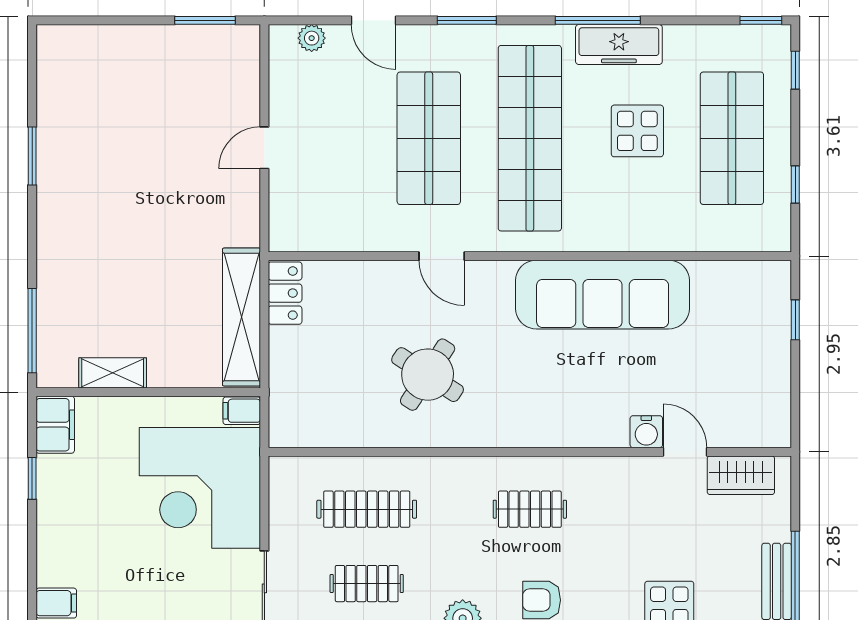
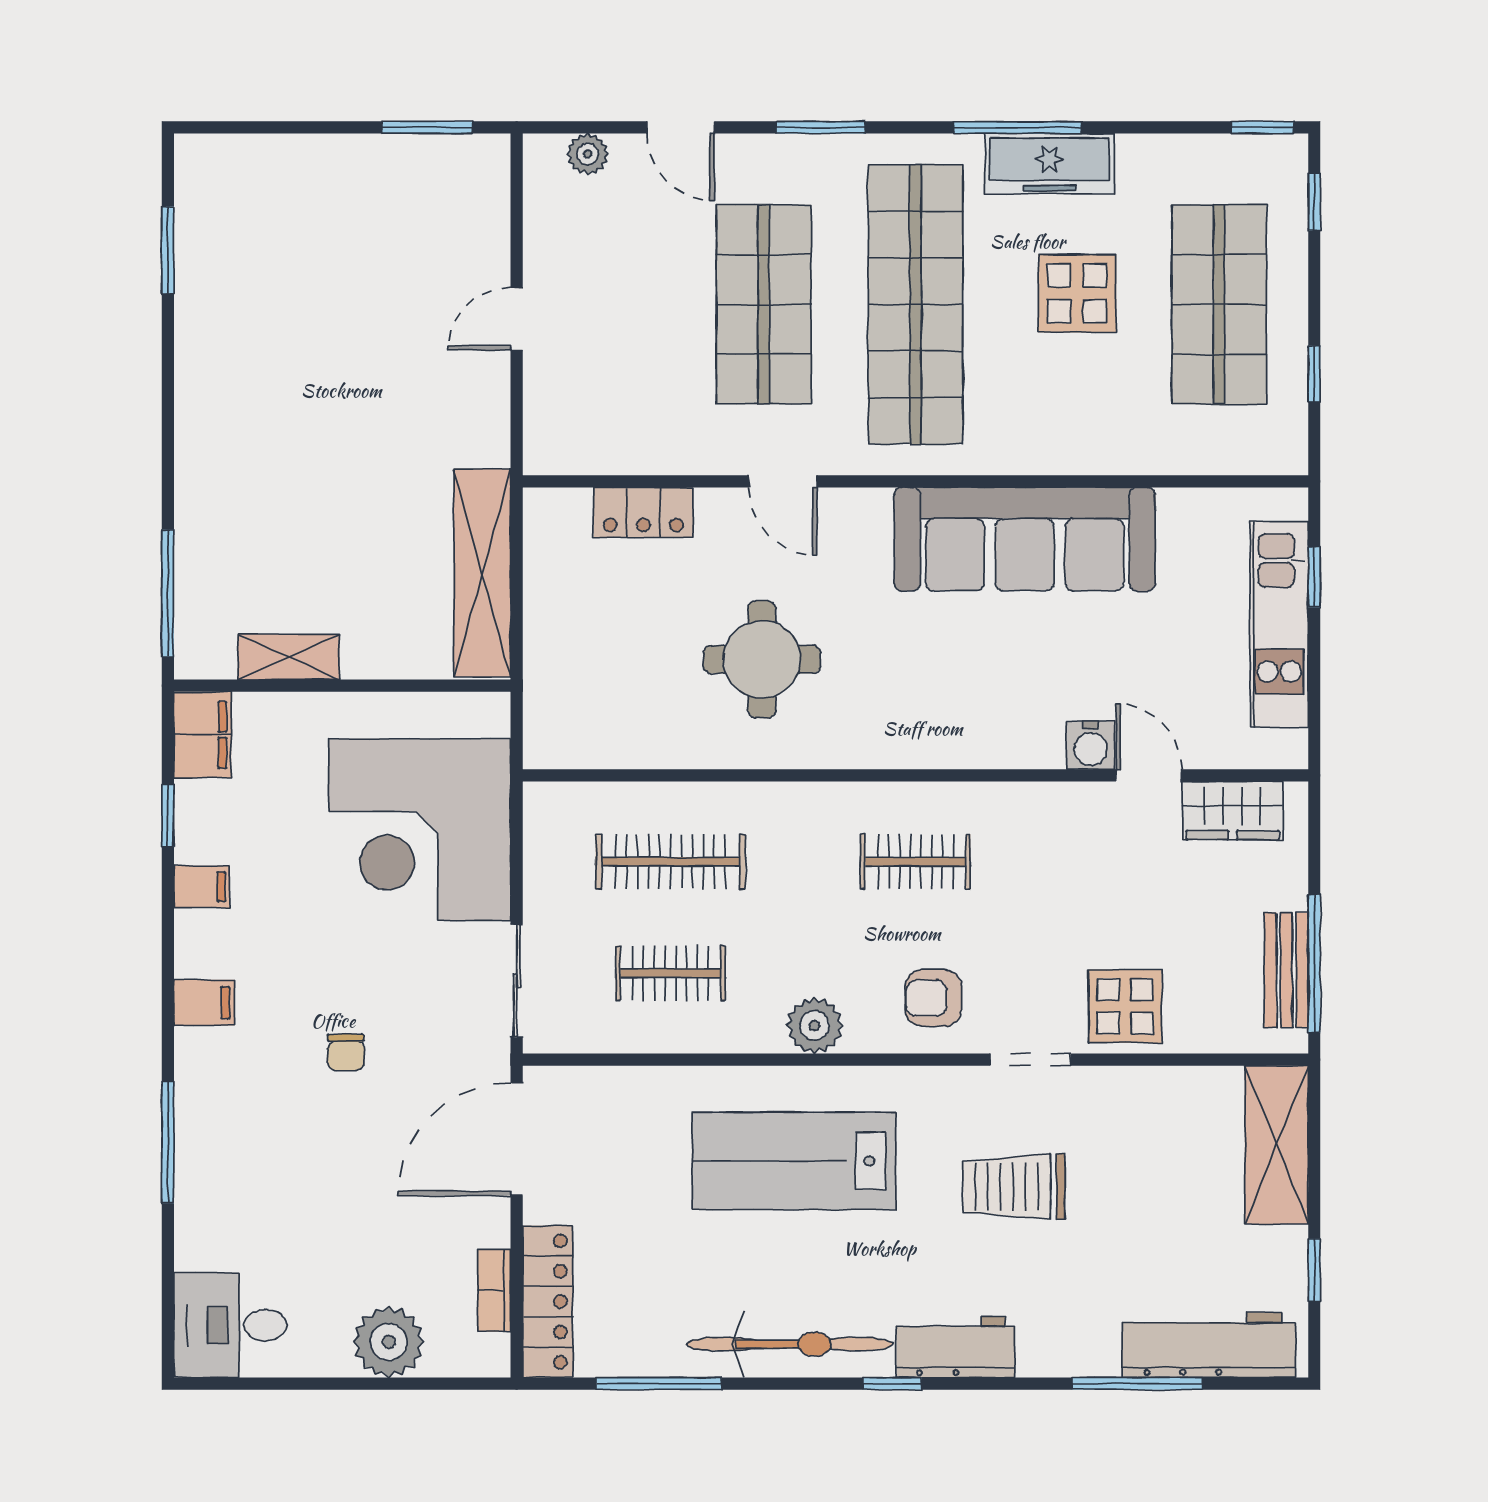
window: (32, 156) -> (168, 250), moved
locker: (285, 293) -> (643, 512), moved, turned 90
kitchen unit: (772, 351) -> (1279, 624), added
round table: (428, 375) -> (762, 659), turned -33
filing cabinet: (242, 411) -> (202, 887), moved, turned 180

